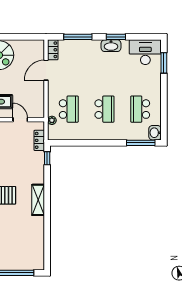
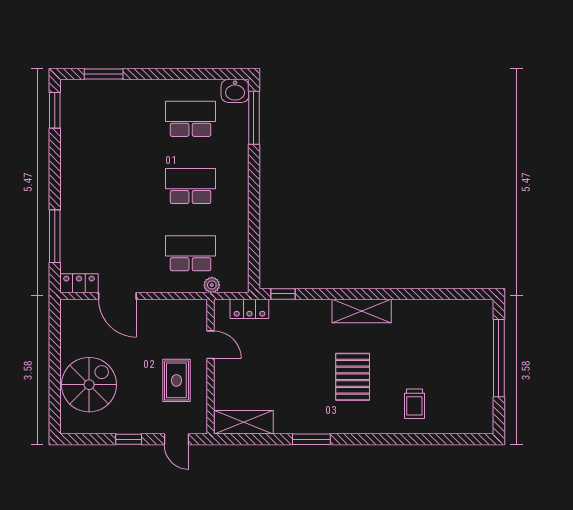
window: (116, 37) -> (55, 110), moved
washbasin: (111, 46) -> (71, 174), removed
desk: (145, 52) -> (83, 109), removed
school desk: (140, 109) -> (191, 119), turned 180
door: (20, 120) -> (210, 345), swing flipped

